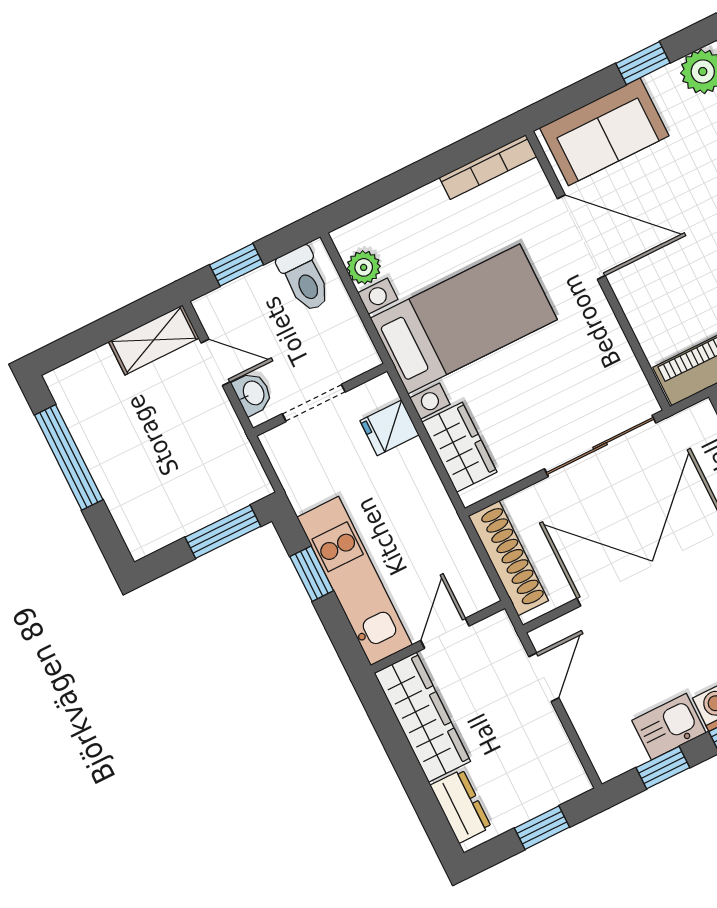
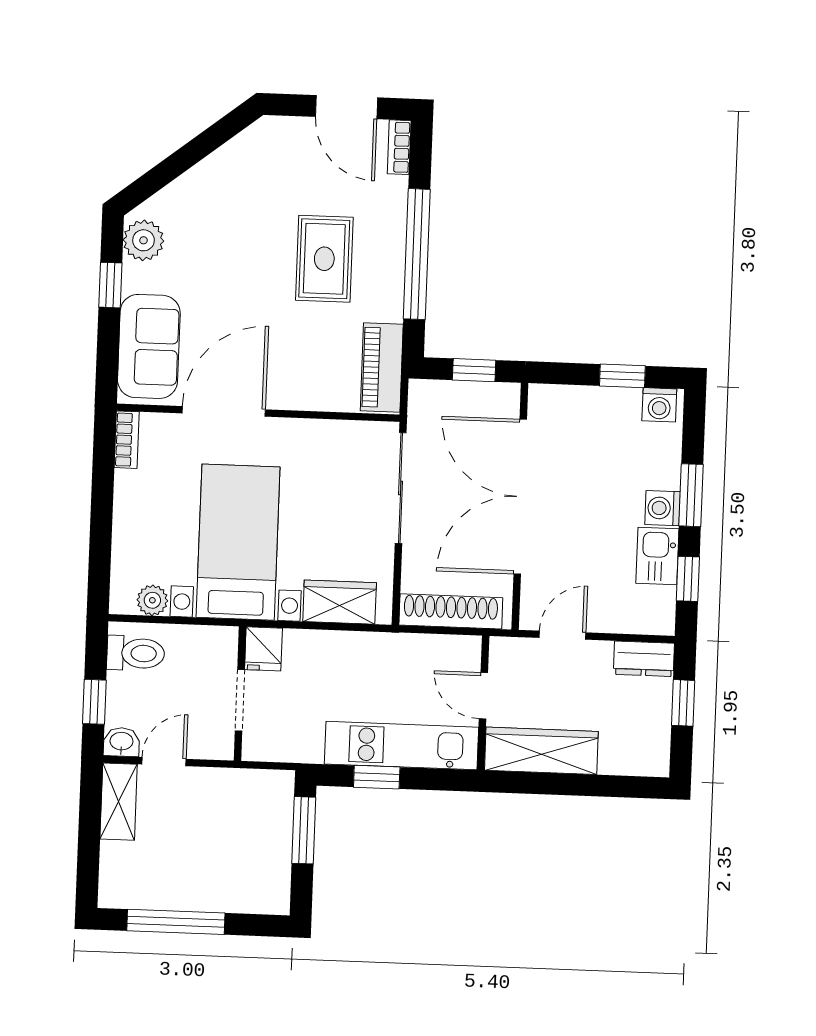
bookcase: (488, 167) -> (127, 440), width x0.64
washbasin: (253, 393) -> (121, 742), moved
fridge: (389, 428) -> (263, 649), moved
door: (544, 677) -> (563, 635), hinge flipped
dresser: (461, 806) -> (644, 659), moved, turned 180

